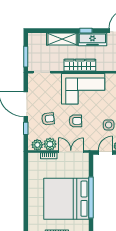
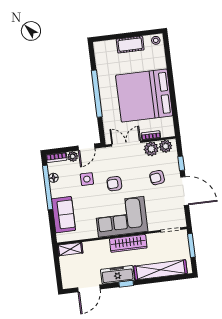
shelving: (62, 39) -> (160, 270), width x1.47
armchair: (75, 121) -> (114, 184), moved
double door: (71, 151) -> (126, 143), swing flipped
bed: (66, 199) -> (144, 95), moved, turned 180

